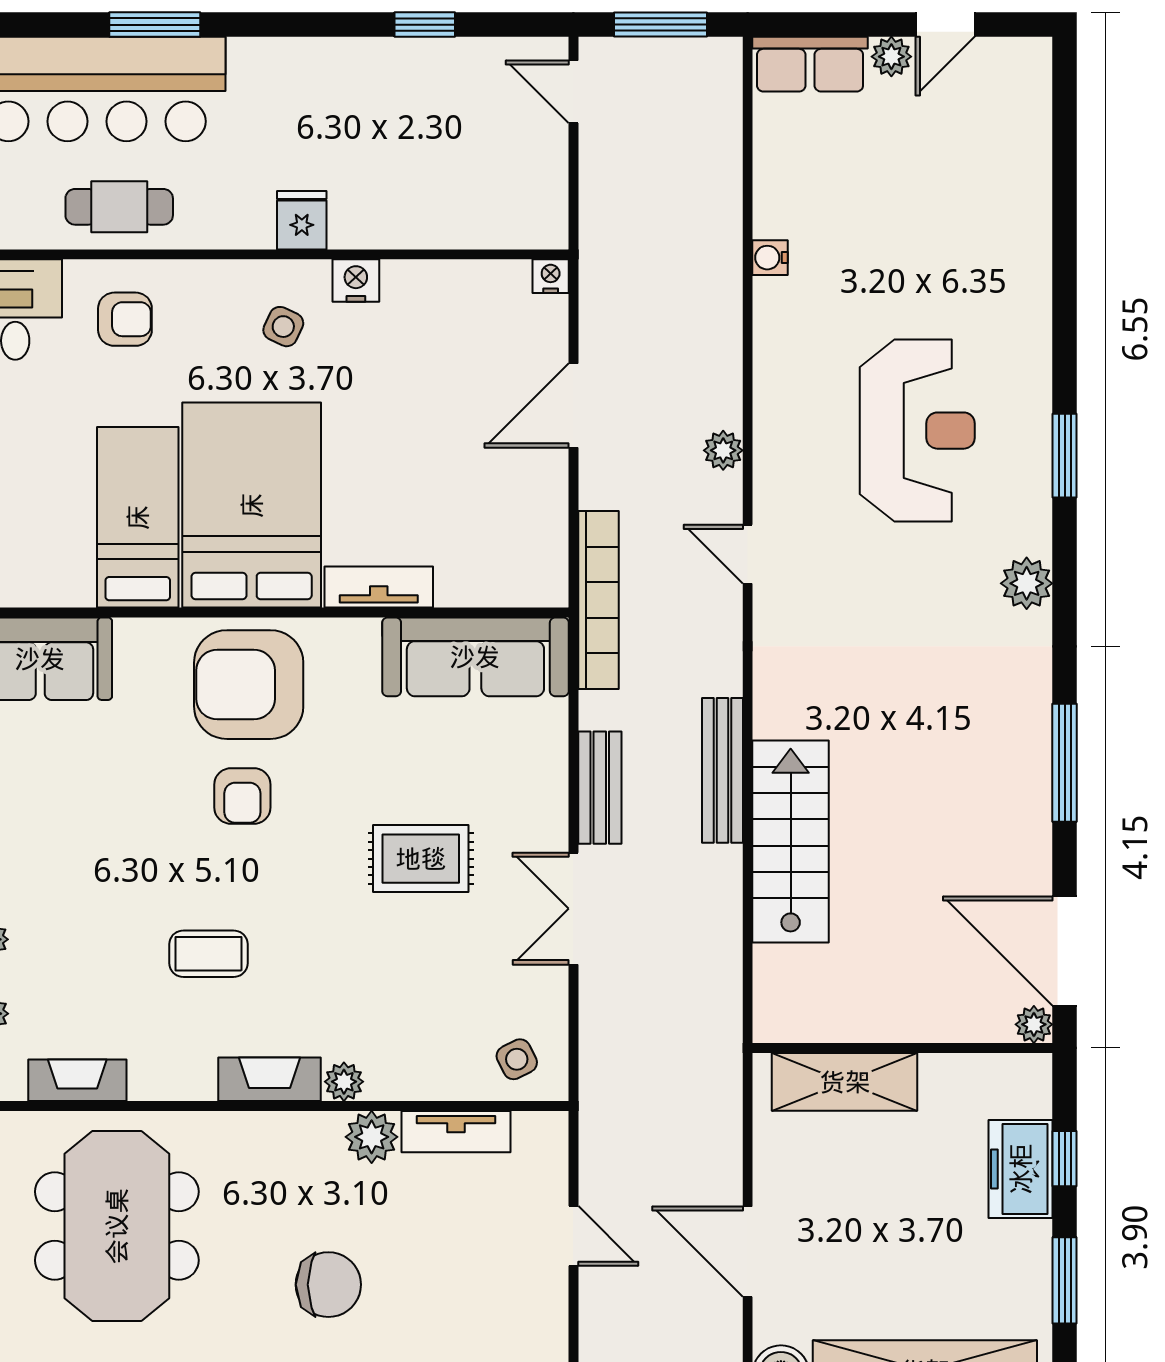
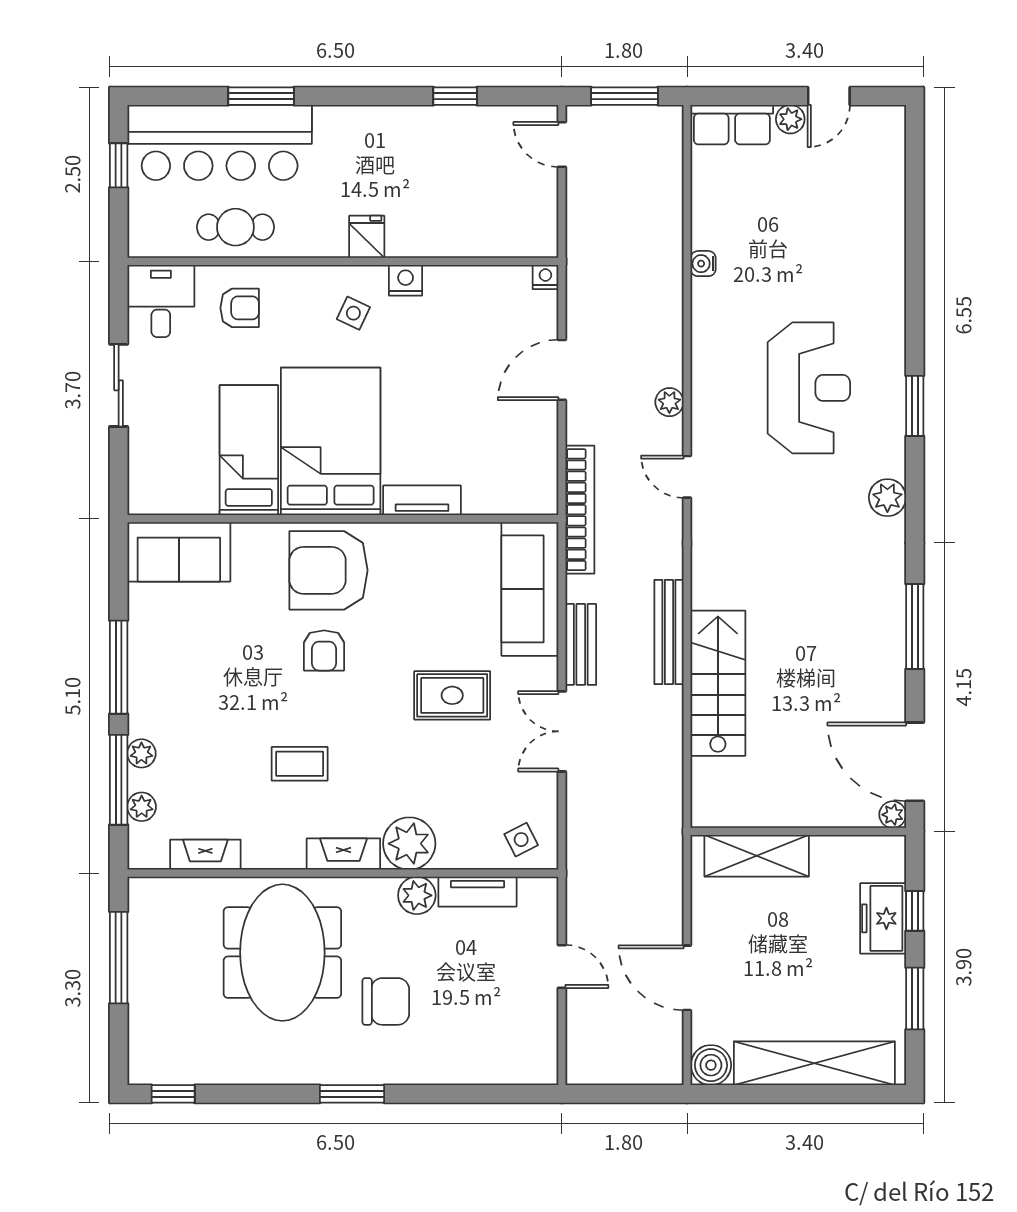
sofa: (475, 657) -> (530, 589), moved, turned 90
plant: (344, 1082) -> (409, 844), width x1.87, depth x1.87
meeting table: (117, 1226) -> (282, 953), moved

